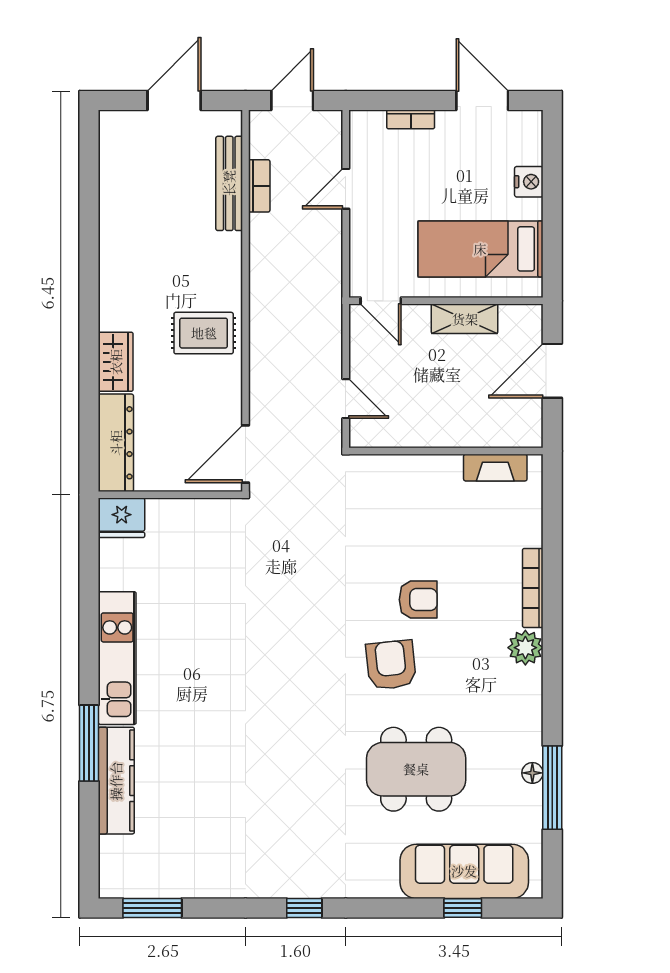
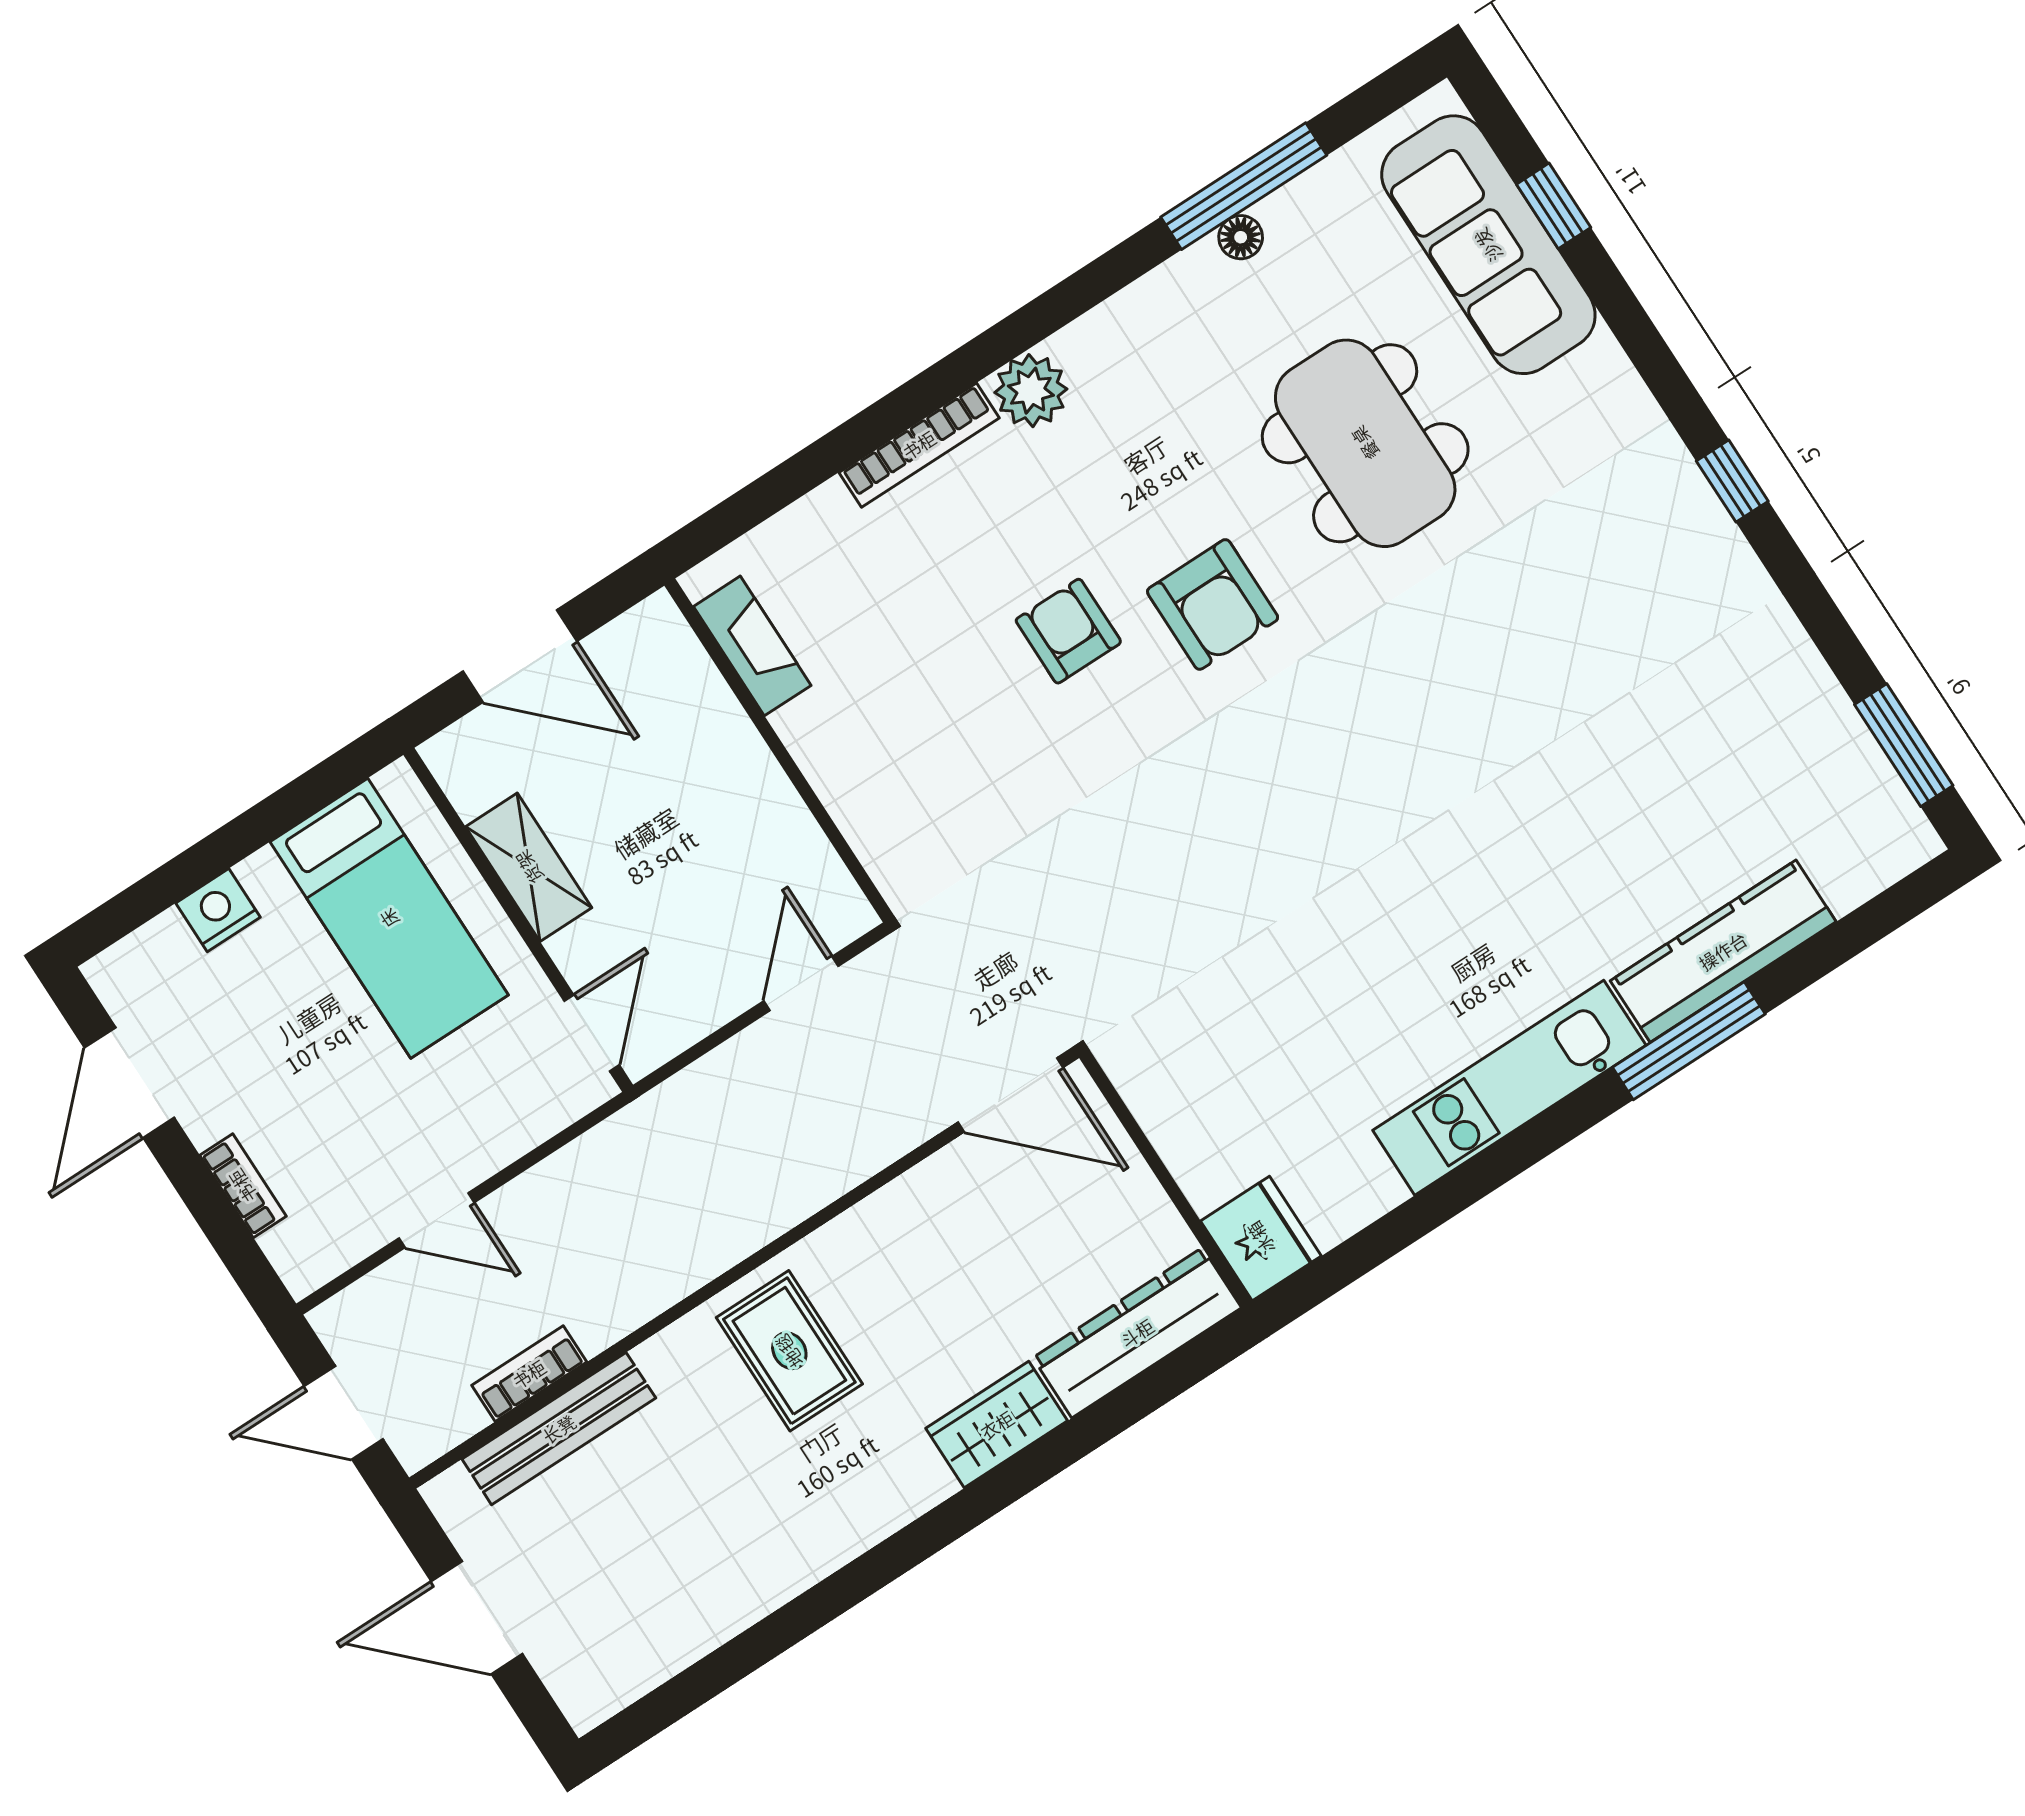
rug: (204, 333) -> (789, 1351), moved
armchair: (391, 665) -> (1213, 604), turned -84

